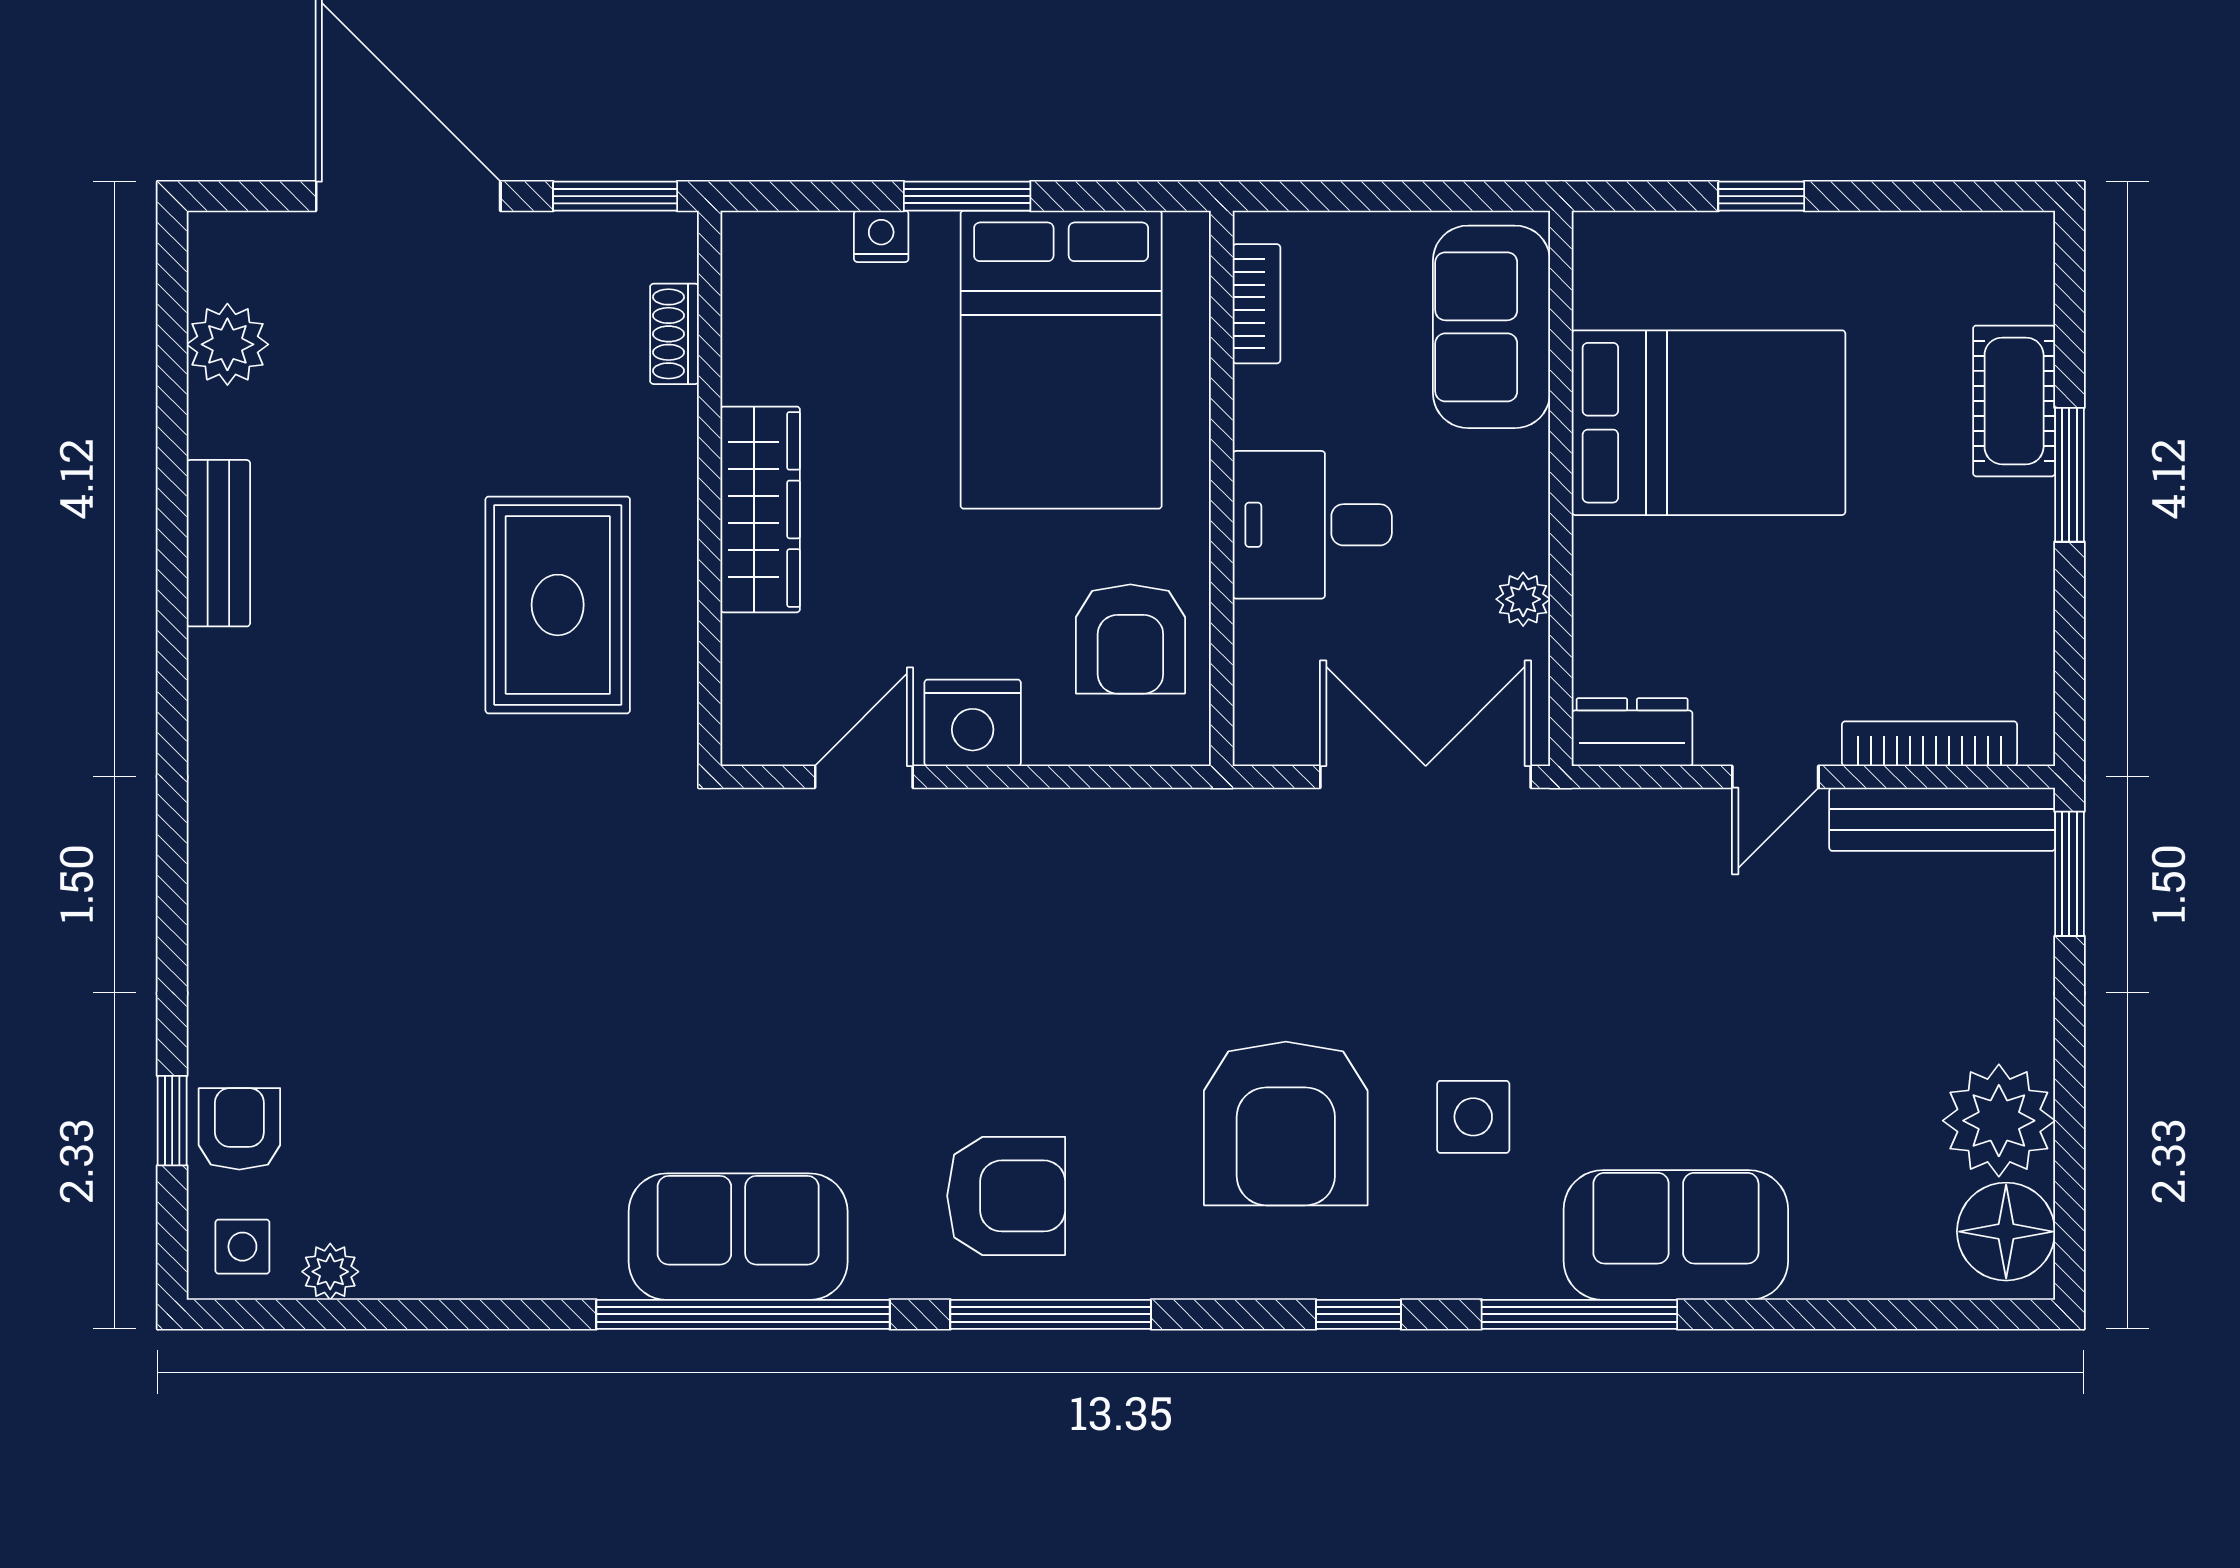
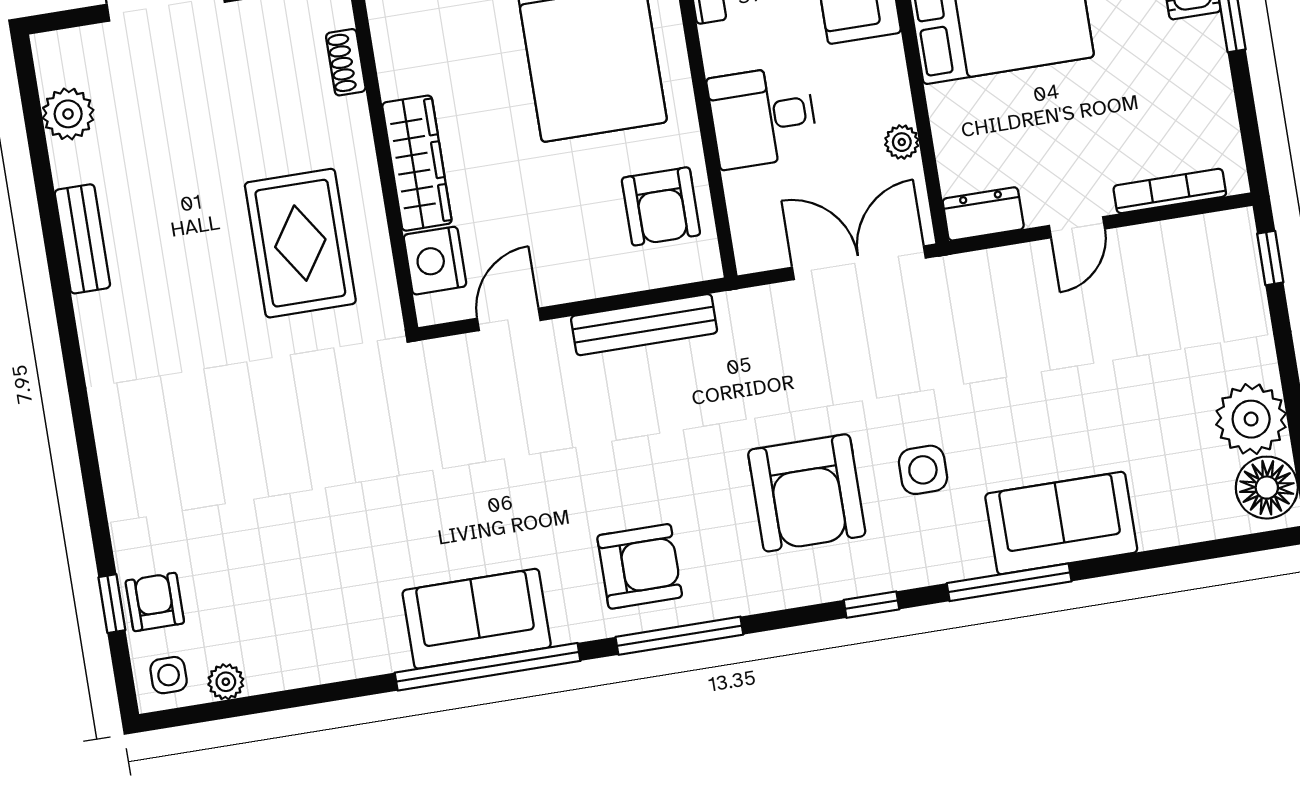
nightstand: (973, 723) -> (435, 261), moved, turned 90
bench: (1942, 819) -> (644, 325), moved
window: (2069, 874) -> (1270, 258), width x0.67

